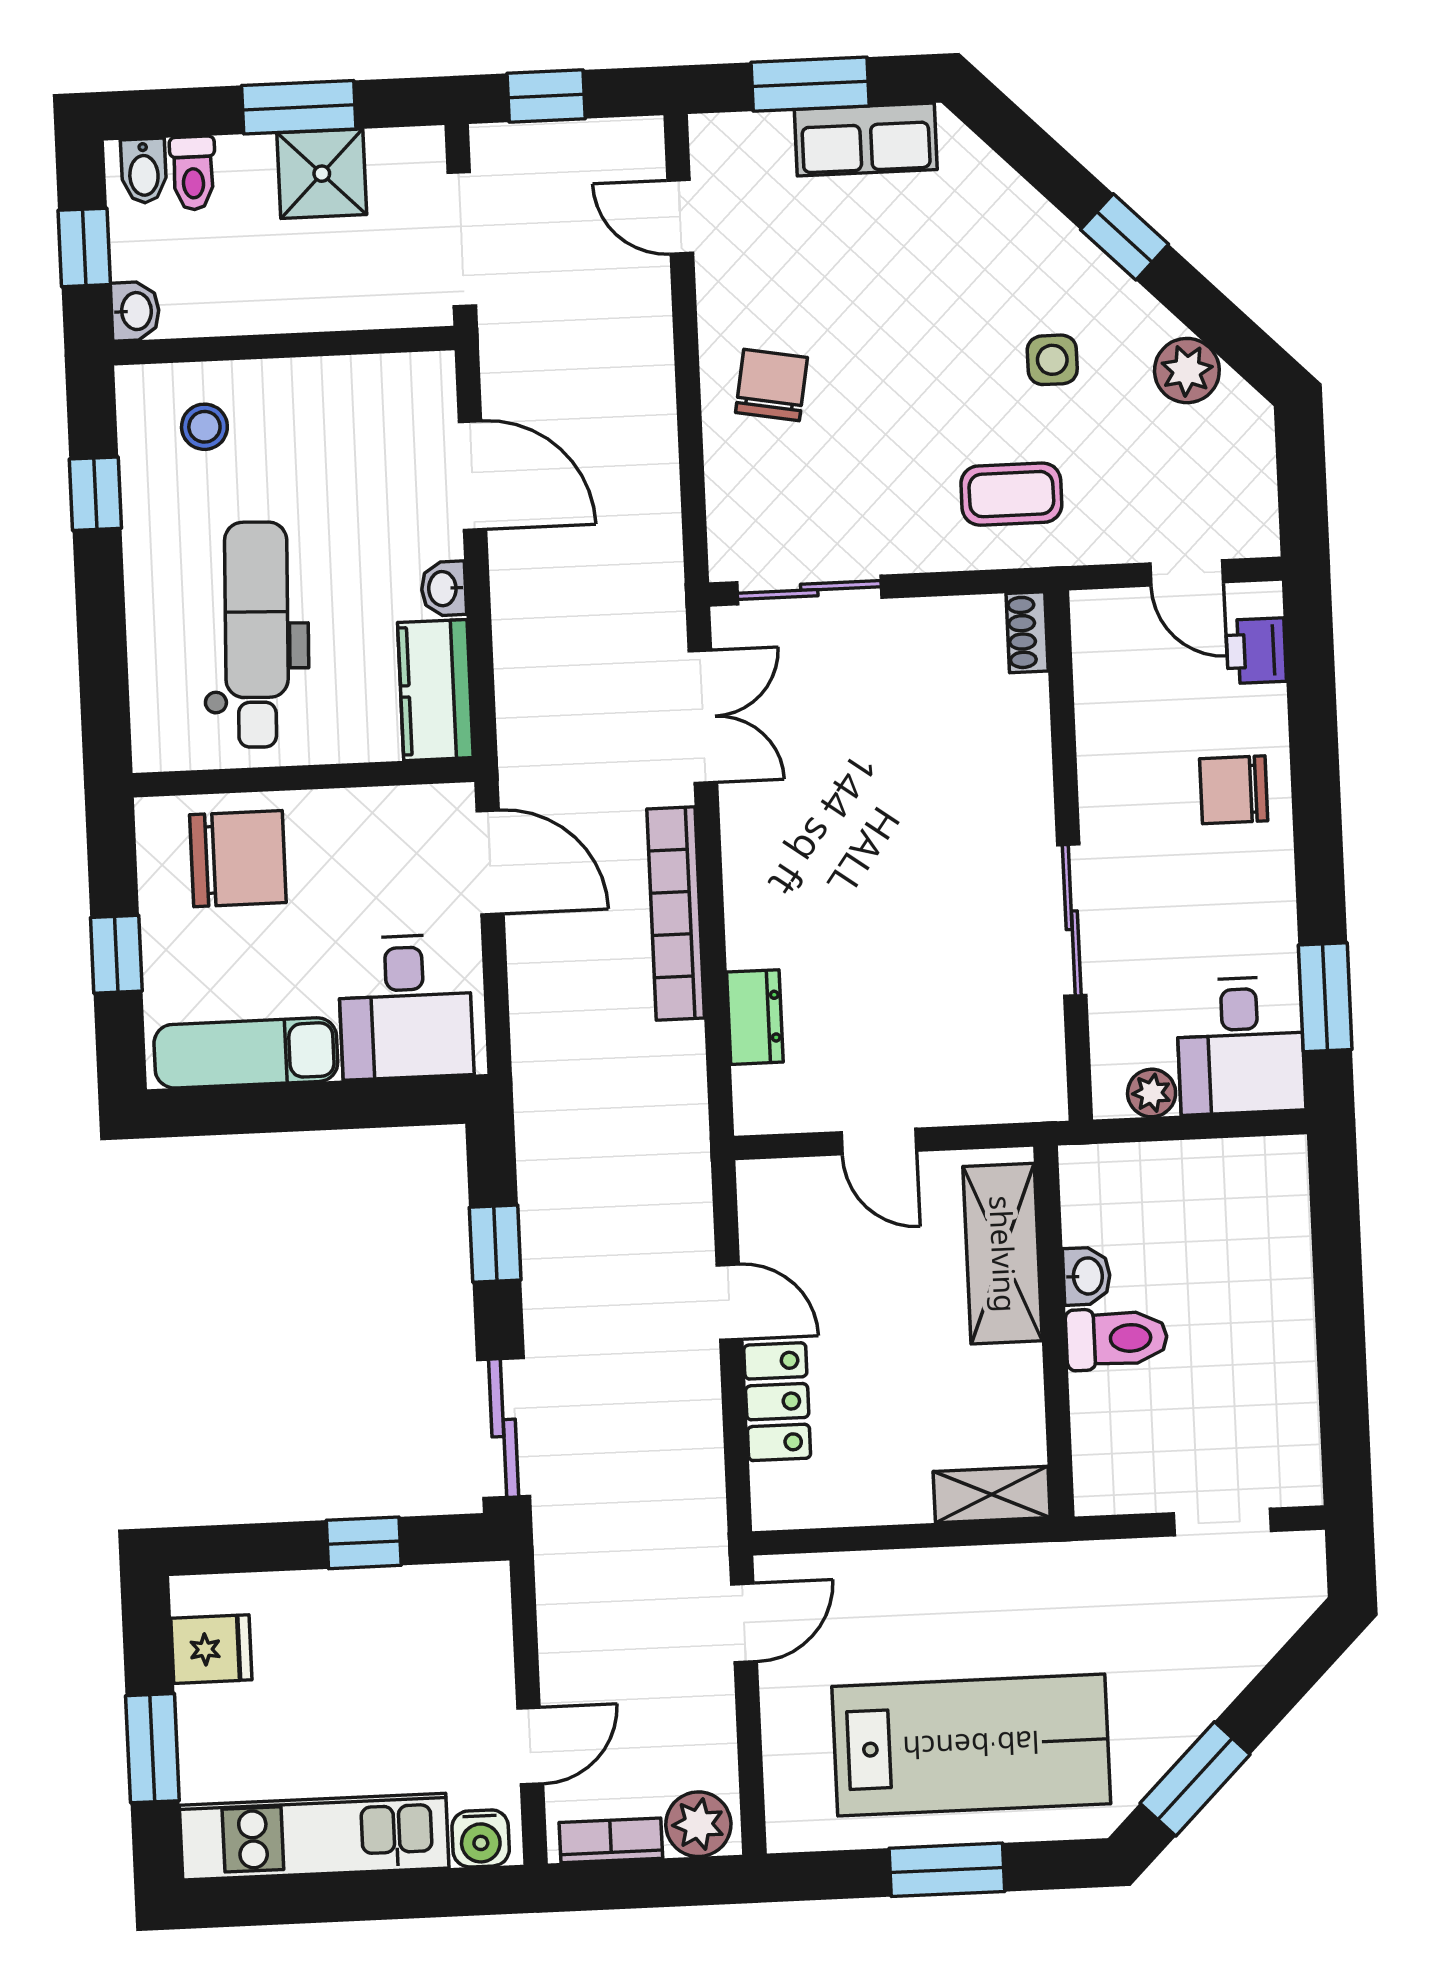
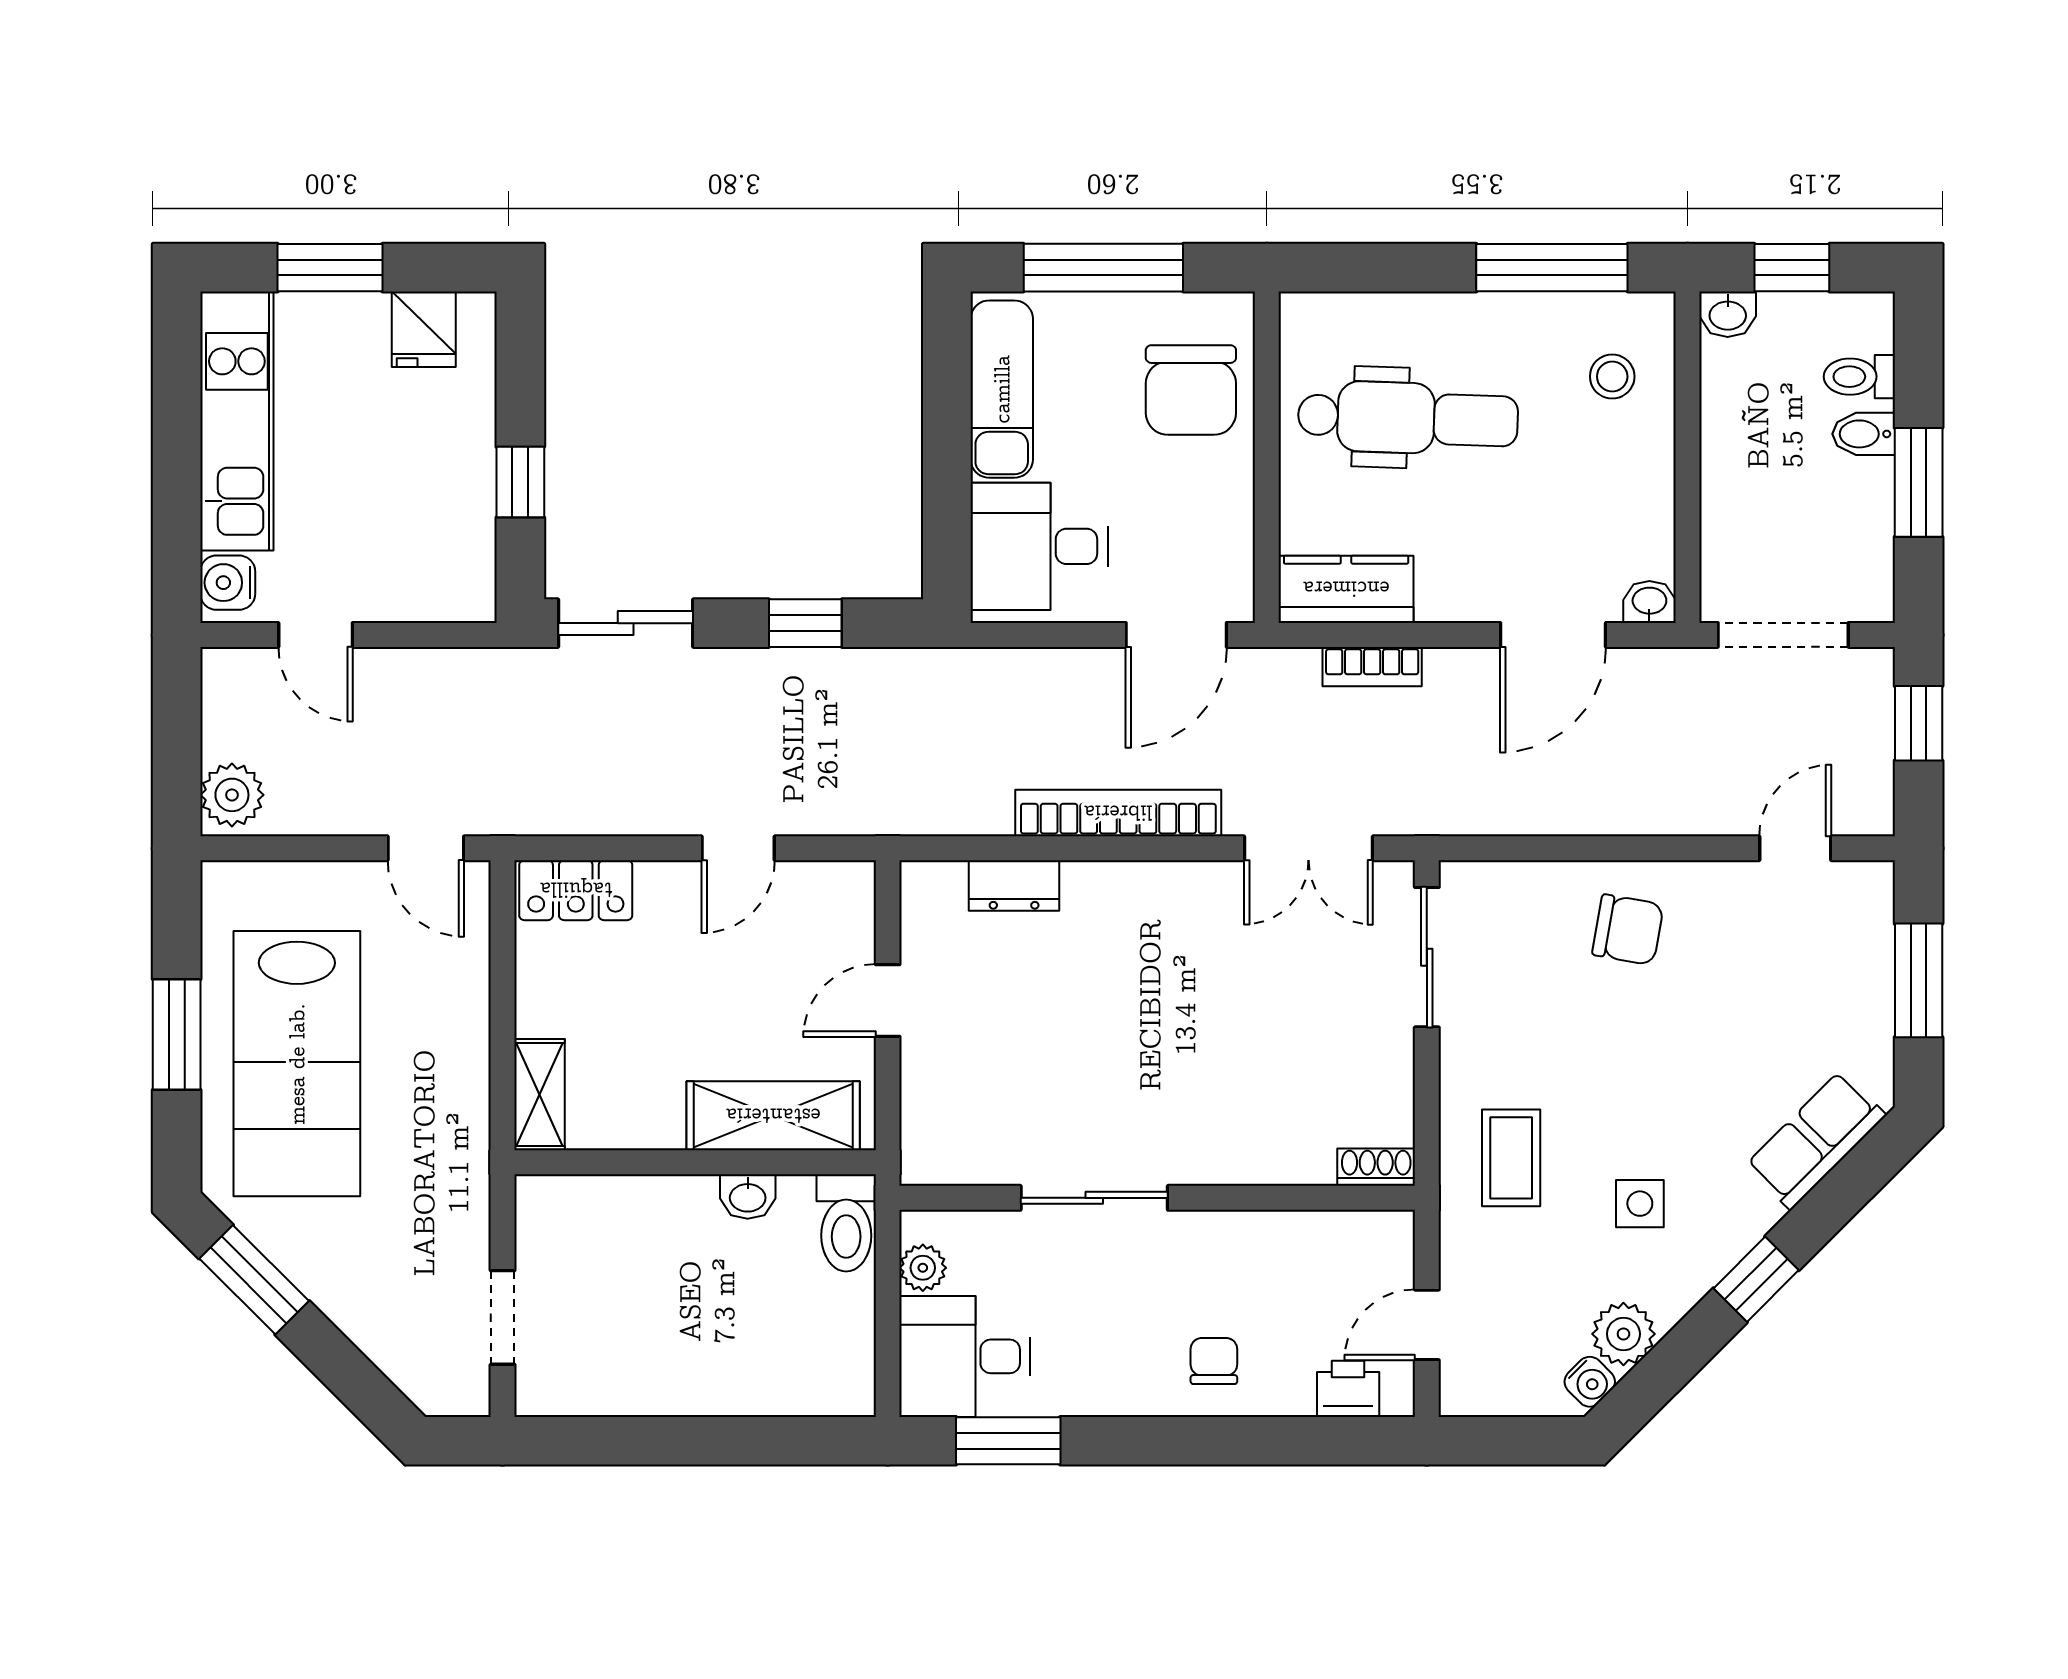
row of seats: (866, 139) -> (1816, 1140), moved, turned 45
bidet: (144, 171) -> (1864, 434), moved
shower: (322, 174) -> (1853, 502), removed
water cooler: (1238, 403) -> (1590, 1382), added
window: (95, 494) -> (1552, 268), width x2.17
washbasin: (444, 589) -> (1649, 602), moved
chair: (1234, 790) -> (1214, 1361), width x0.73, depth x0.73
window: (116, 954) -> (1103, 268), width x2.17
toilet: (1117, 1339) -> (846, 1223), moved
locker: (777, 1402) -> (576, 890), moved
bookcase: (611, 1840) -> (1372, 667), moved, turned 90

